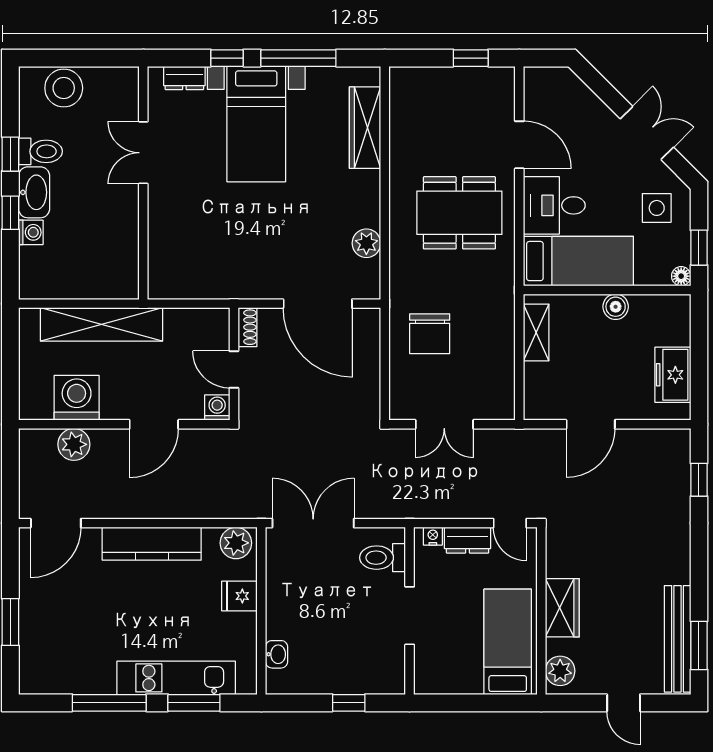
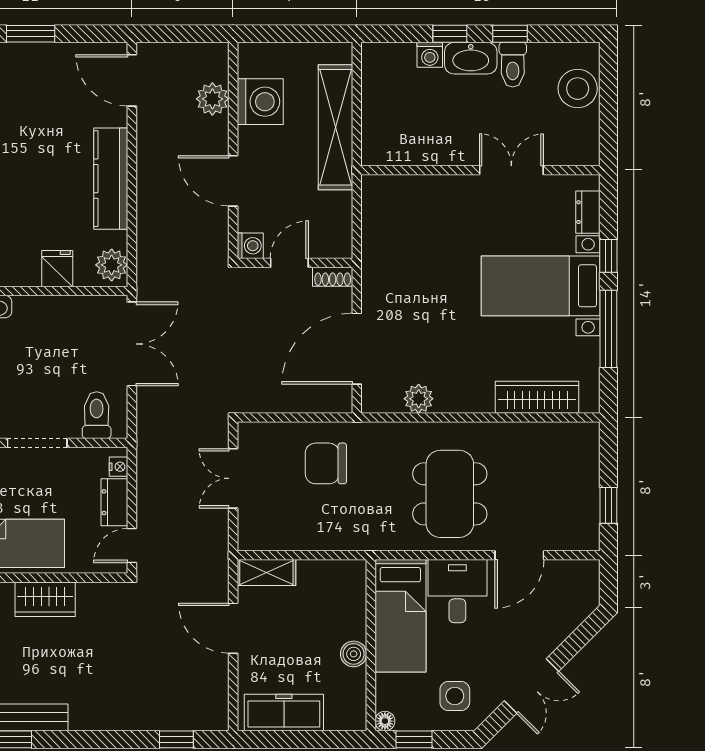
shelving: (536, 332) -> (266, 573), moved
freezer: (673, 375) -> (284, 713), width x1.40

